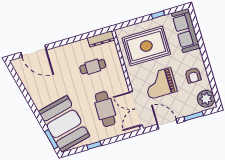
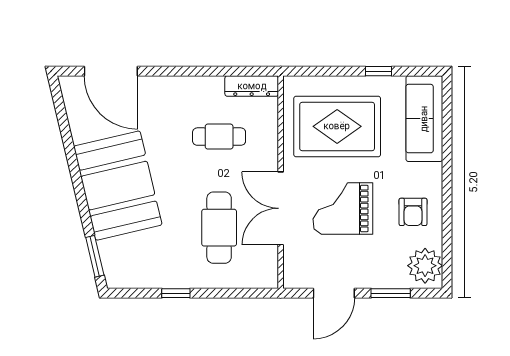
double door: (136, 109) -> (281, 208), moved
booth: (64, 124) -> (118, 186), moved
door: (167, 124) -> (334, 293), swing flipped

